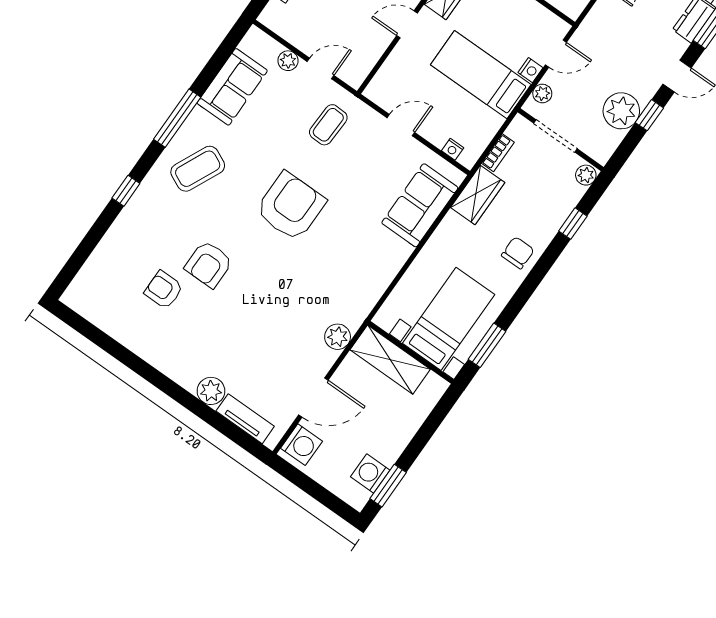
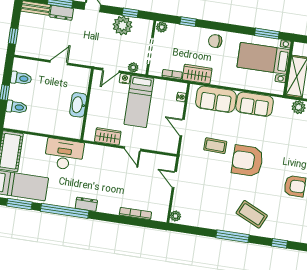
door: (556, 54) -> (111, 70), swing flipped
plant: (288, 61) -> (176, 216), moved
sofa: (232, 87) -> (255, 104), moved, turned 180
window: (649, 115) -> (130, 13), moved
coffee table: (328, 125) -> (215, 146), moved

